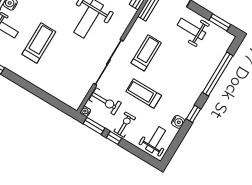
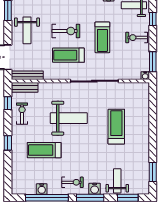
treadmill: (39, 43) -> (116, 127), moved, turned 90
exercise bike: (105, 101) -> (66, 31), moved, turned 90
window: (114, 138) -> (153, 19), moved

